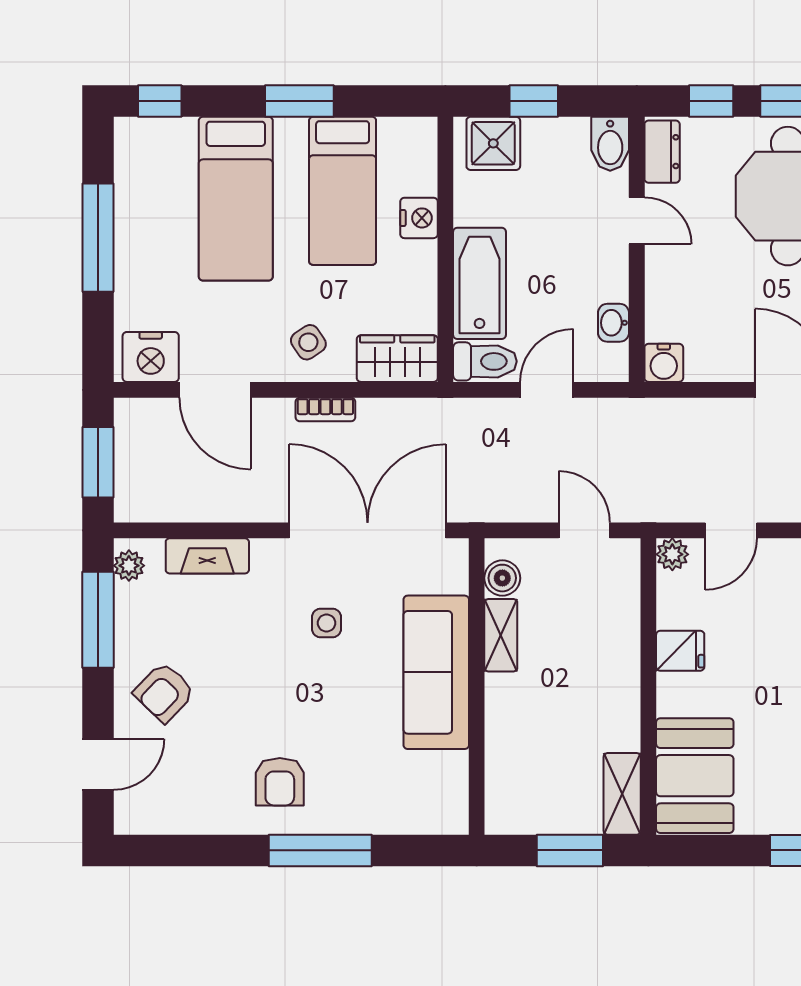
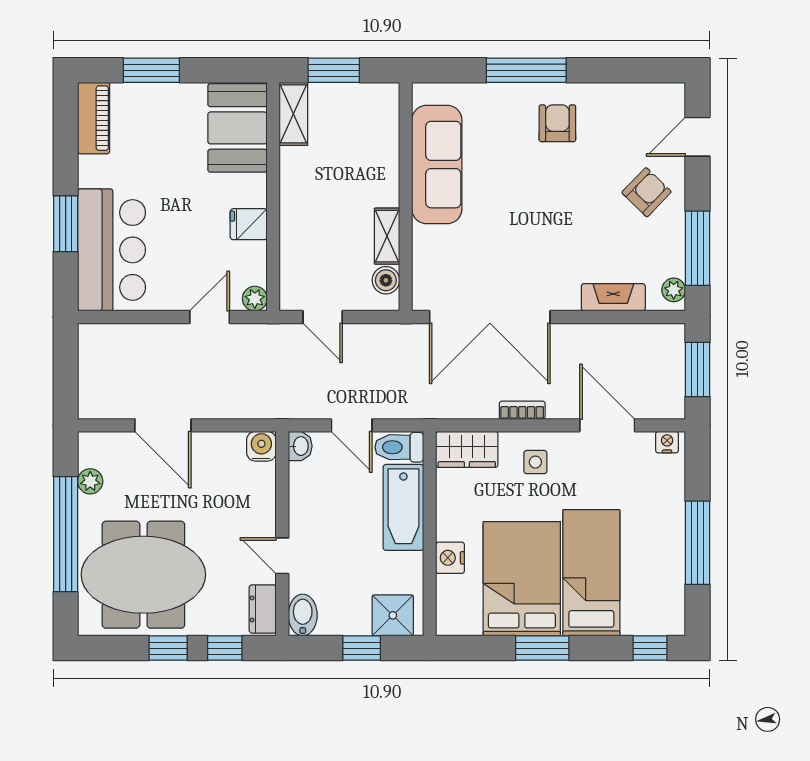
bed: (343, 191) -> (522, 579), width x1.50
washbasin: (614, 323) -> (300, 446), moved
side table: (308, 342) -> (535, 462), turned 34
nightstand: (151, 357) -> (667, 442), width x0.53, depth x0.56
door: (547, 390) -> (352, 425), hinge flipped
side table: (327, 623) -> (521, 246), removed
sofa: (436, 672) -> (437, 165), moved

